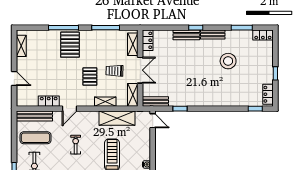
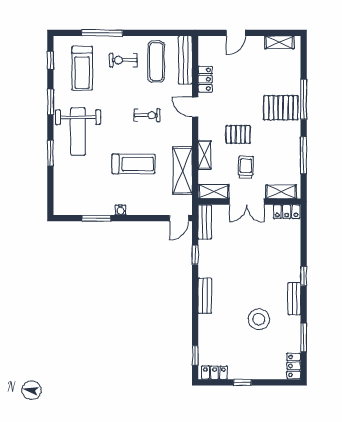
bench: (186, 35) -> (205, 296), moved

